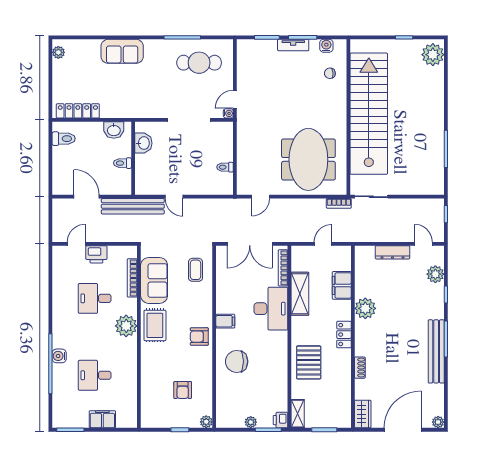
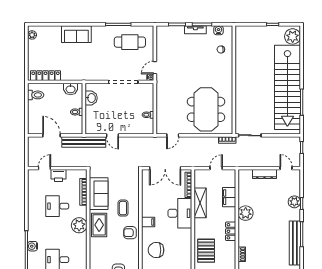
stairs: (369, 114) -> (287, 87), moved, turned 180
coffee table: (196, 270) -> (123, 208), moved
plant: (435, 274) -> (294, 202), moved

